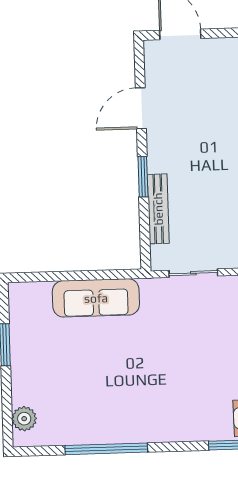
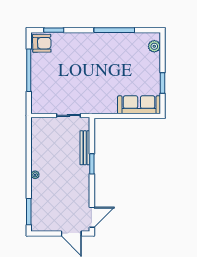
door: (141, 108) -> (92, 217), moved
sofa: (96, 298) -> (139, 105), moved

